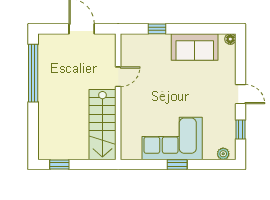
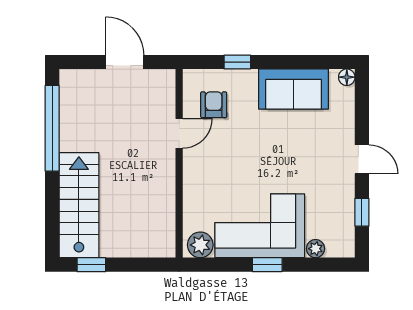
armchair: (141, 57) -> (214, 105), added
stairs: (102, 125) -> (79, 205), moved, turned 180
plant: (132, 151) -> (200, 245), added
plant: (223, 154) -> (316, 249), moved

